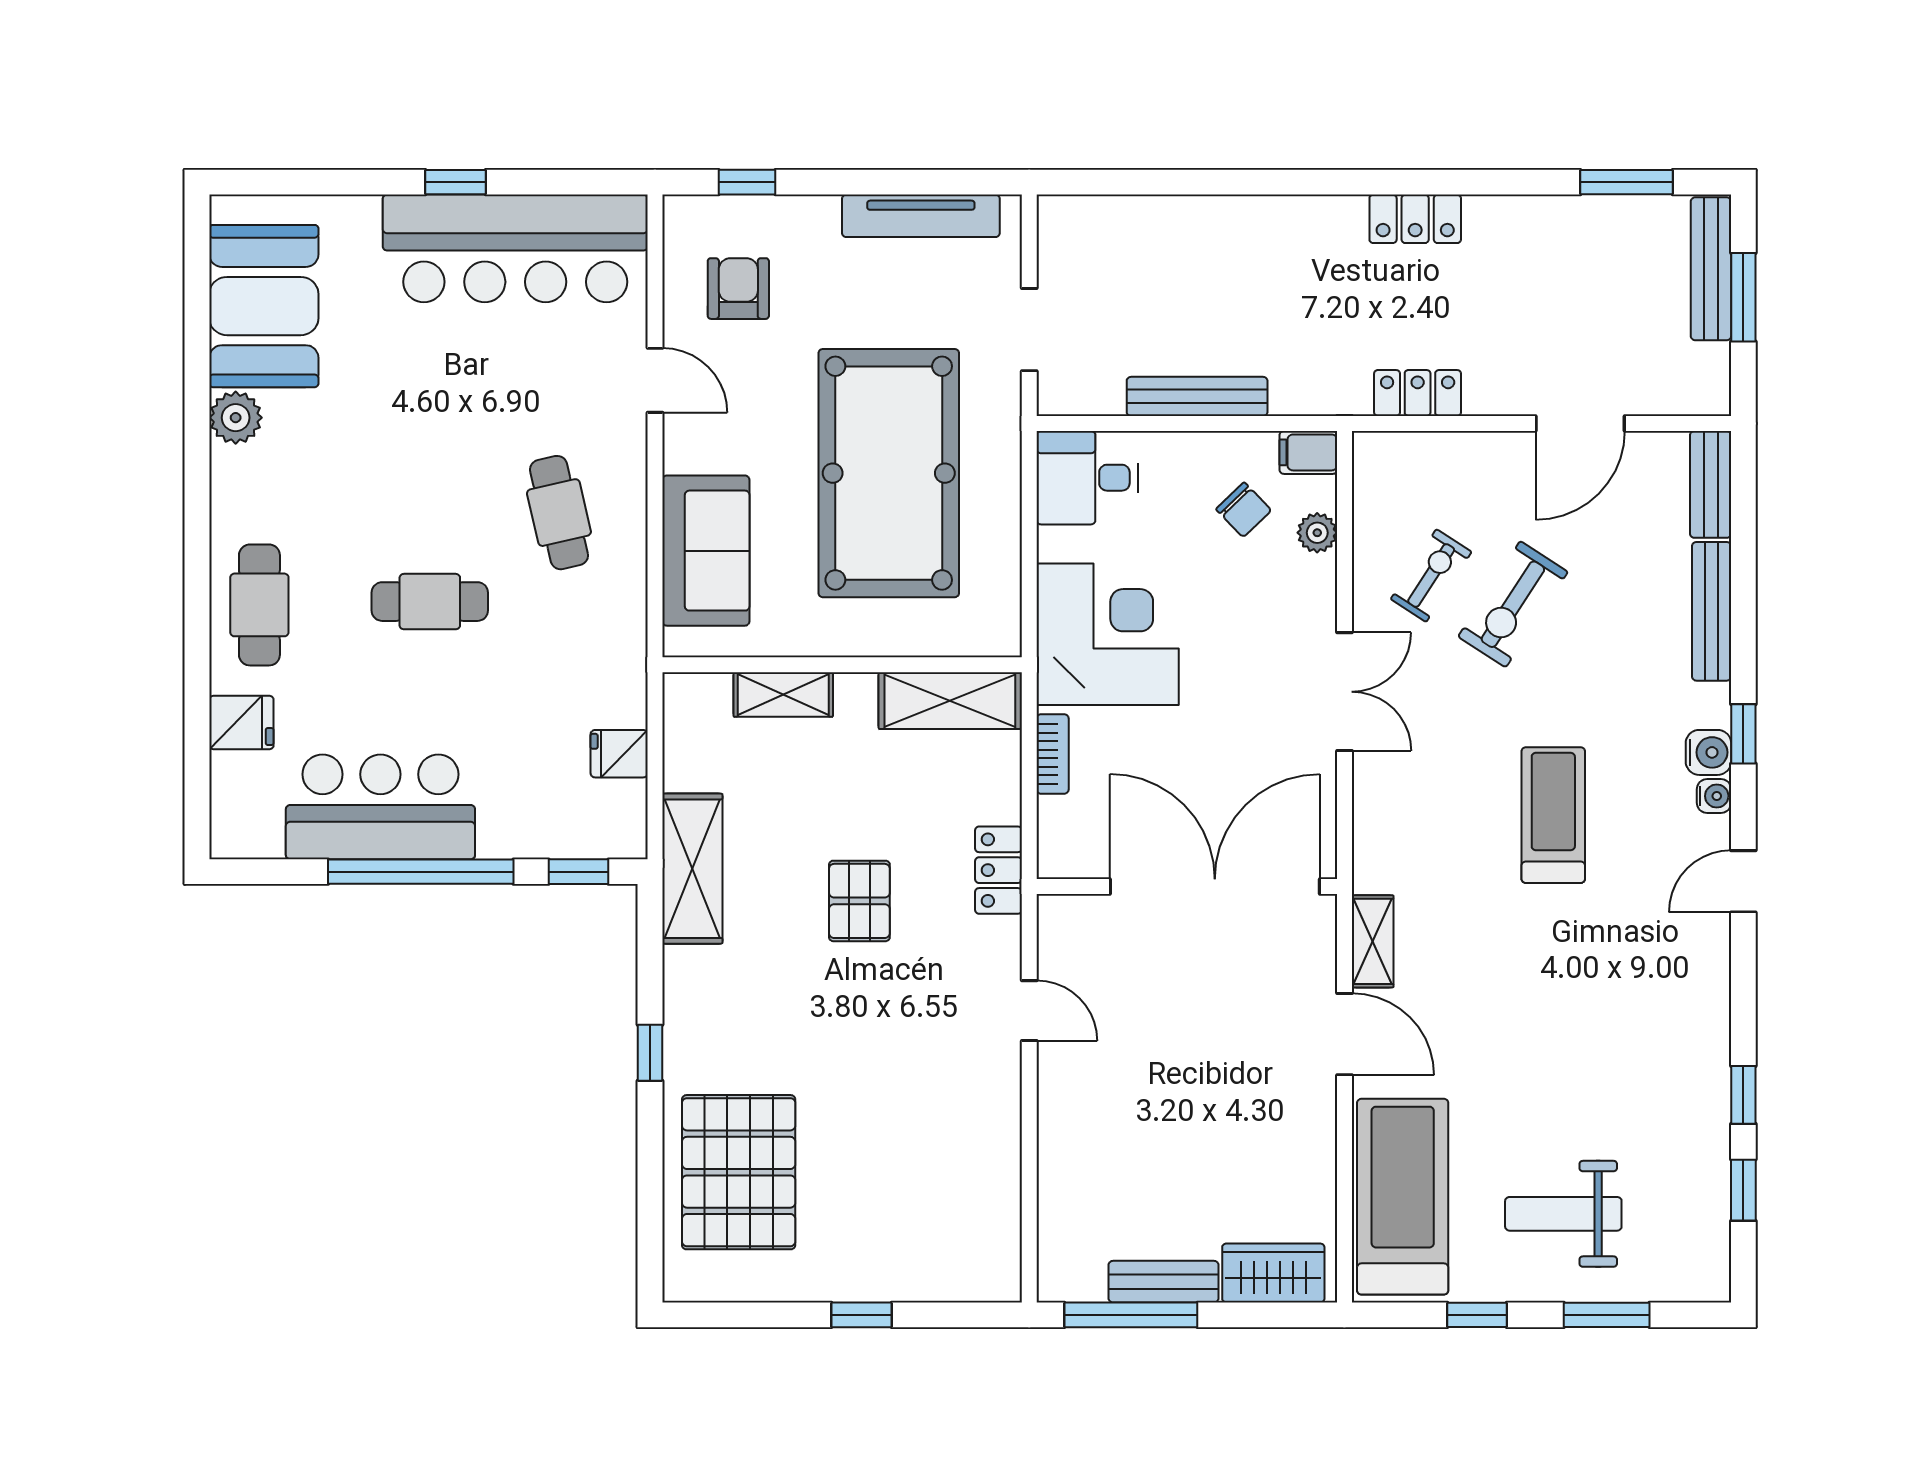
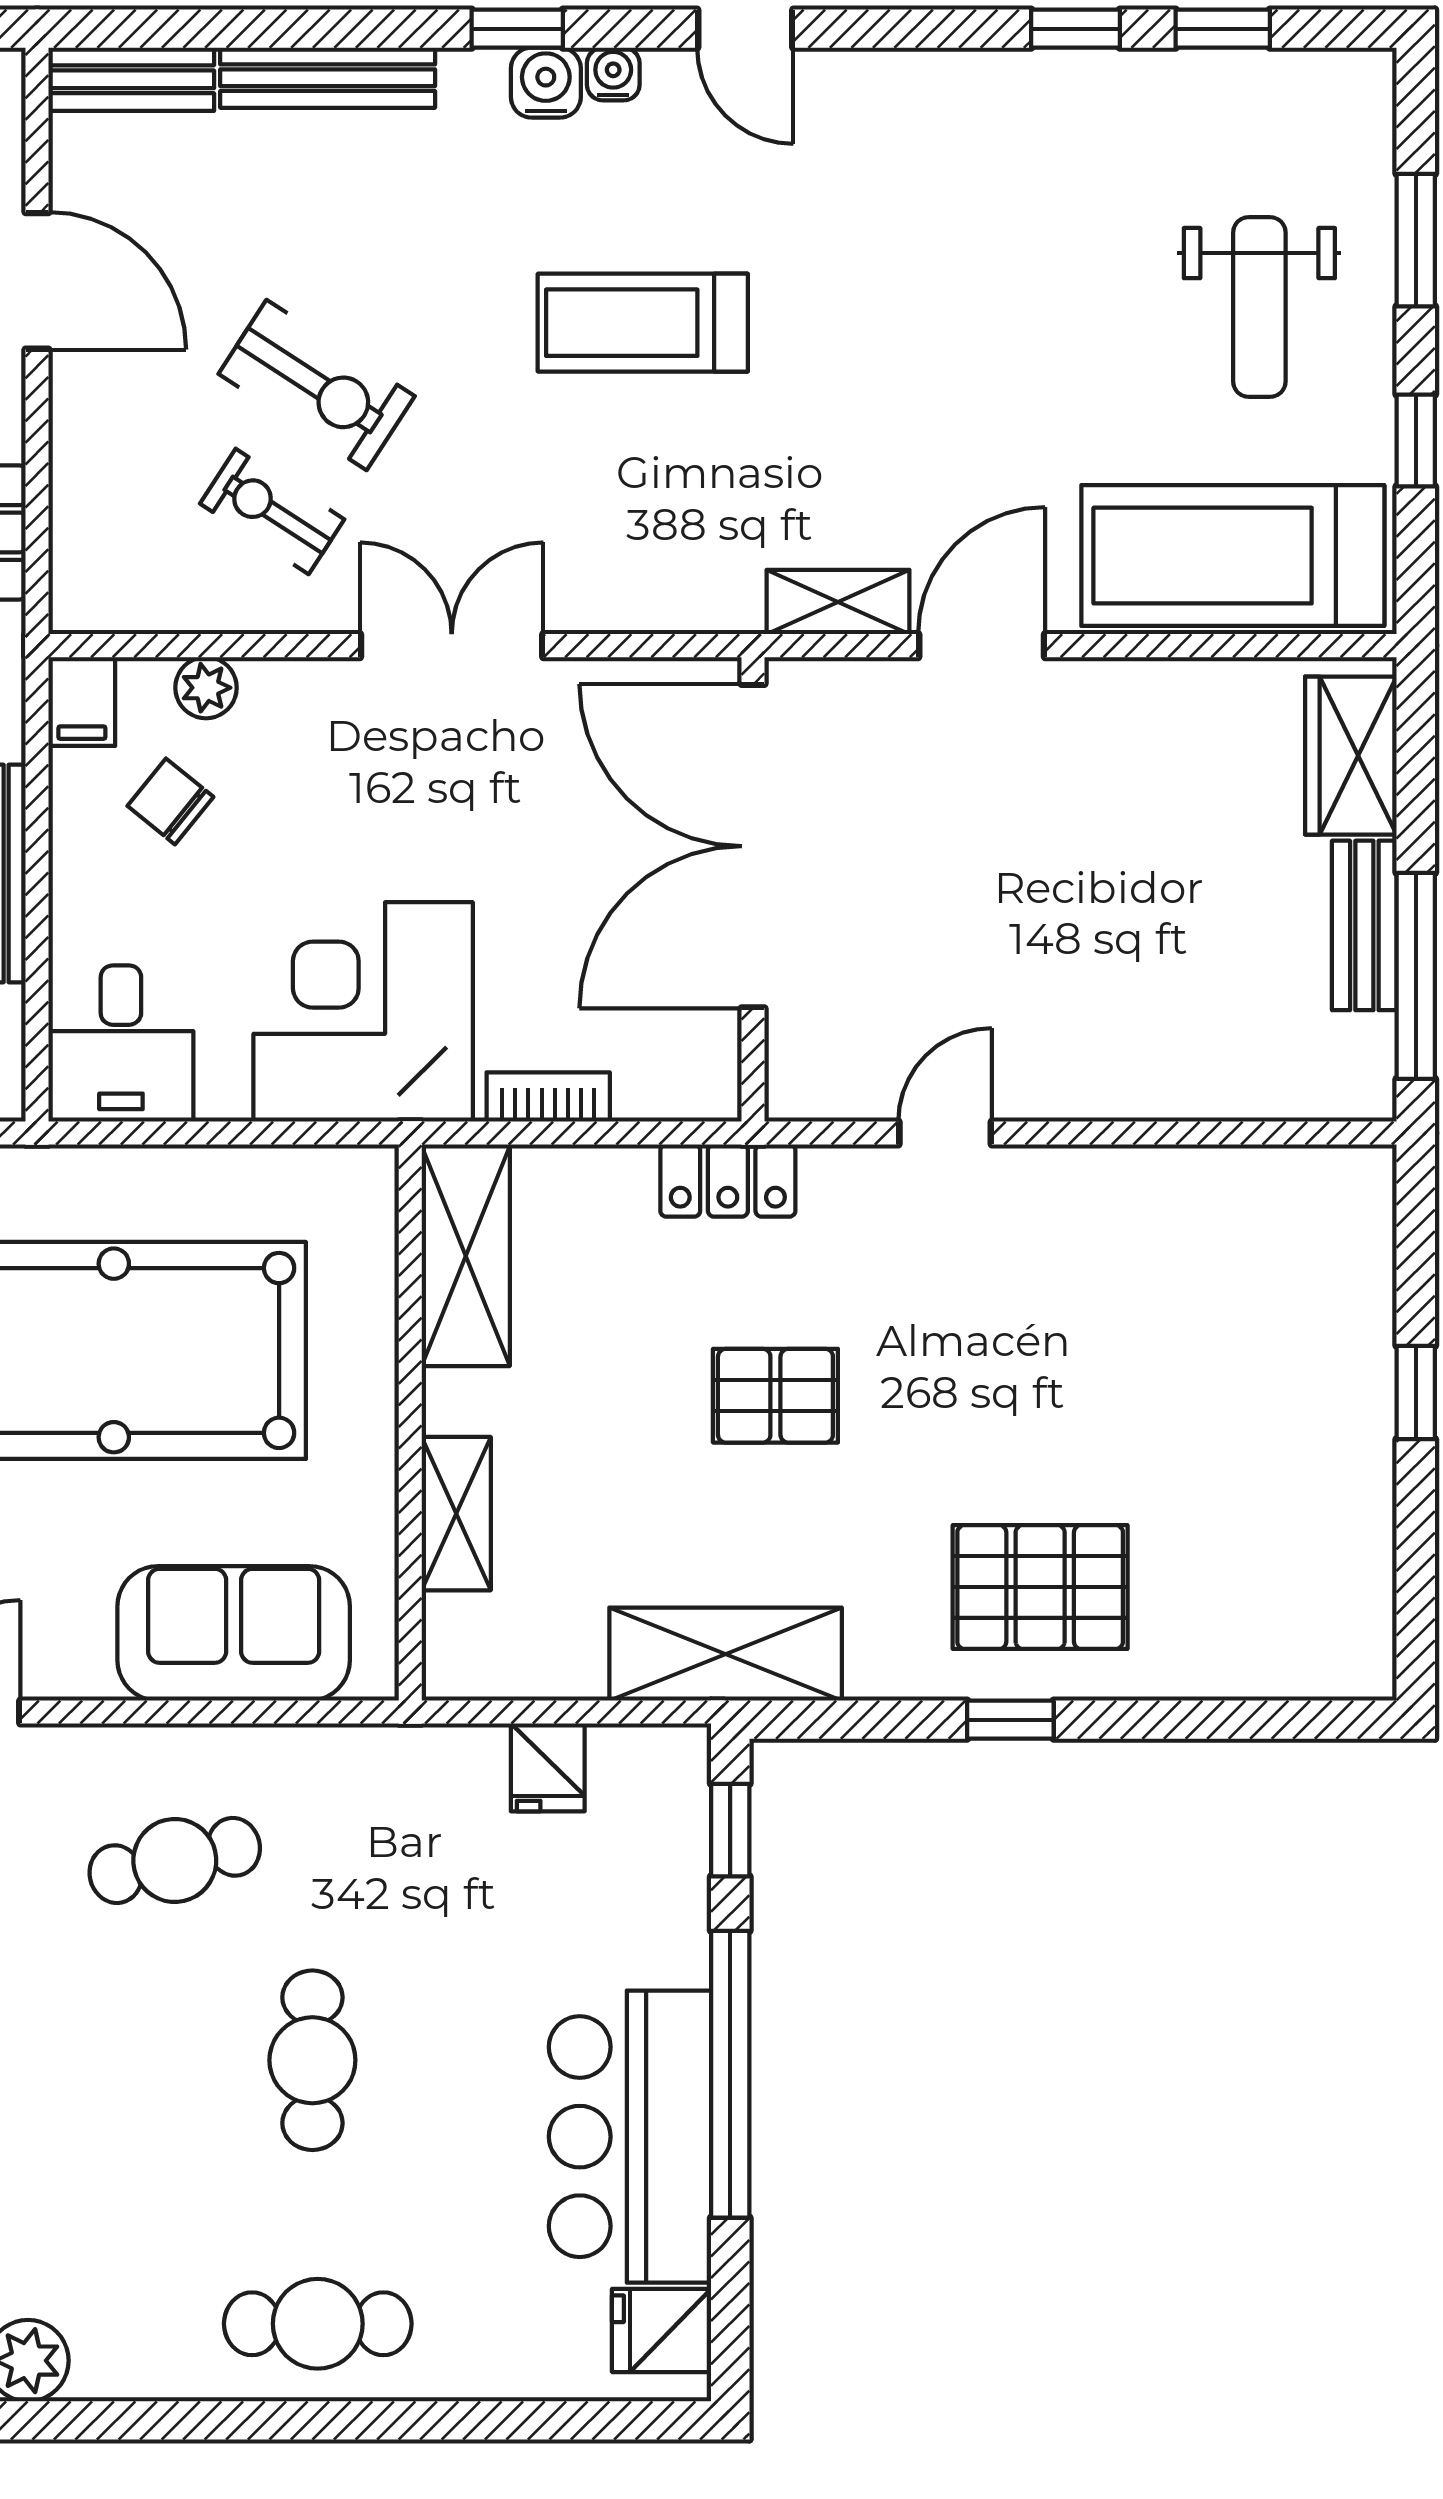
chair: (1244, 510) -> (170, 801), turned -97
fridge: (241, 723) -> (662, 2330), moved, turned -90
pallet: (739, 1172) -> (1040, 1587), moved, width x0.73, depth x0.71

